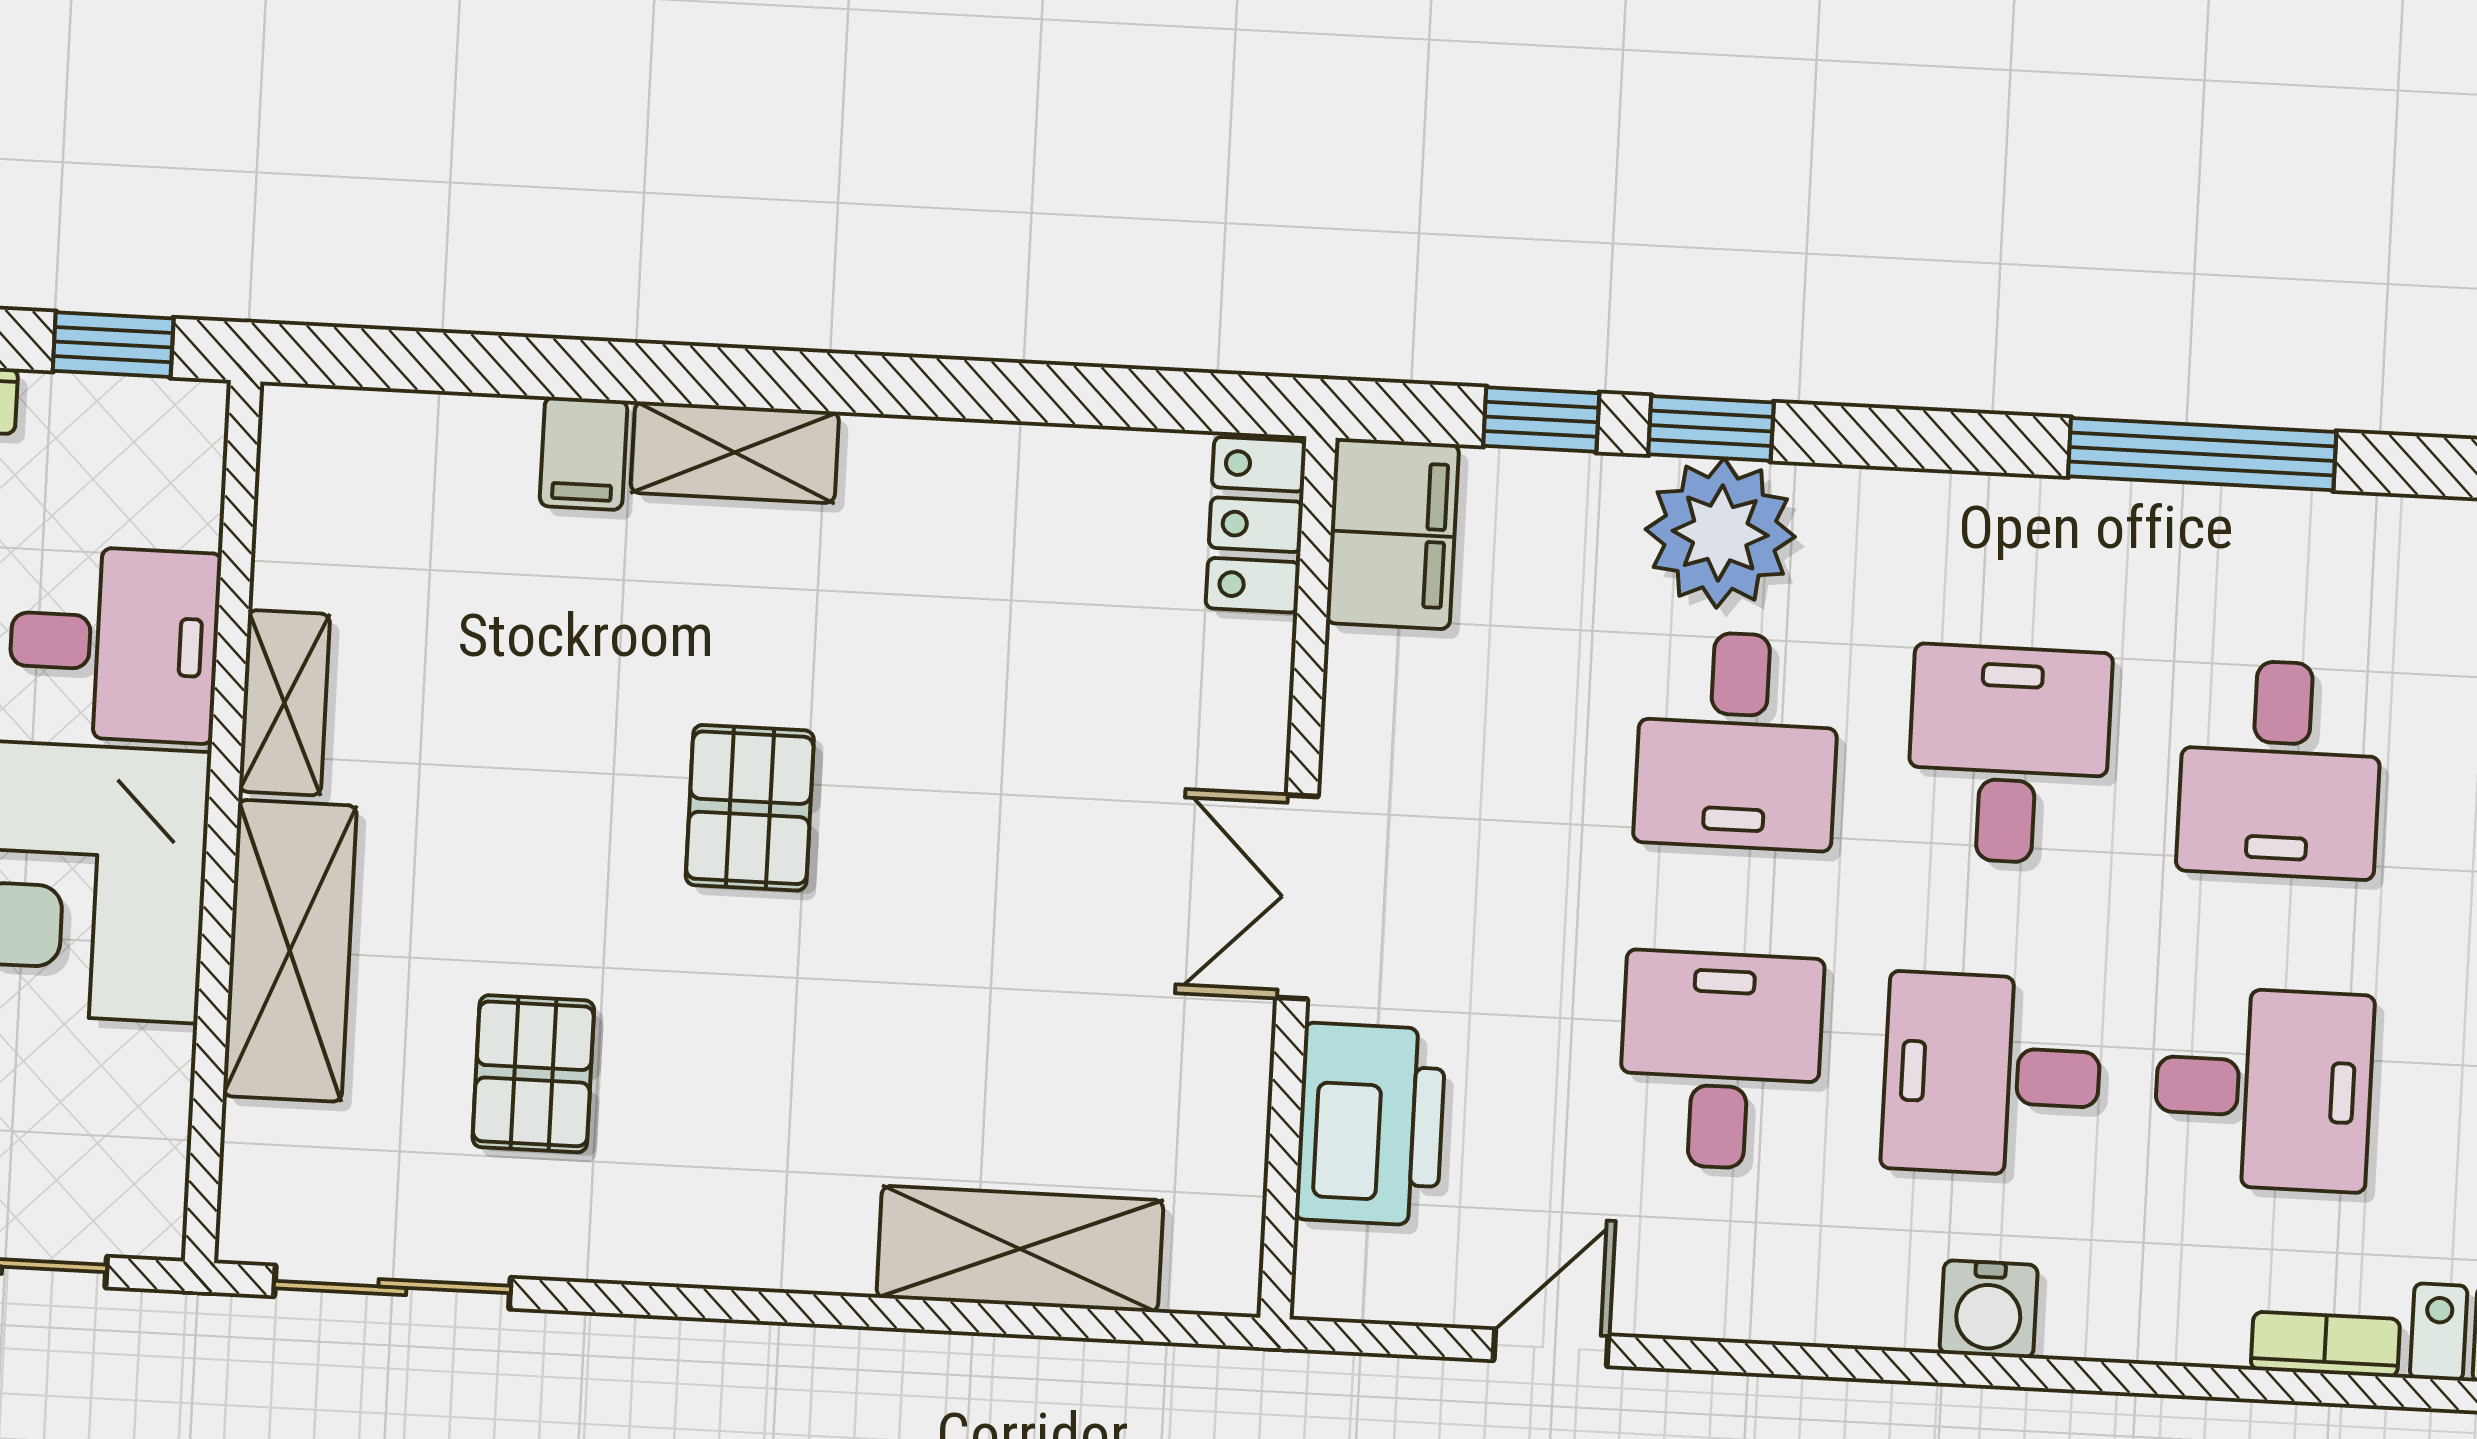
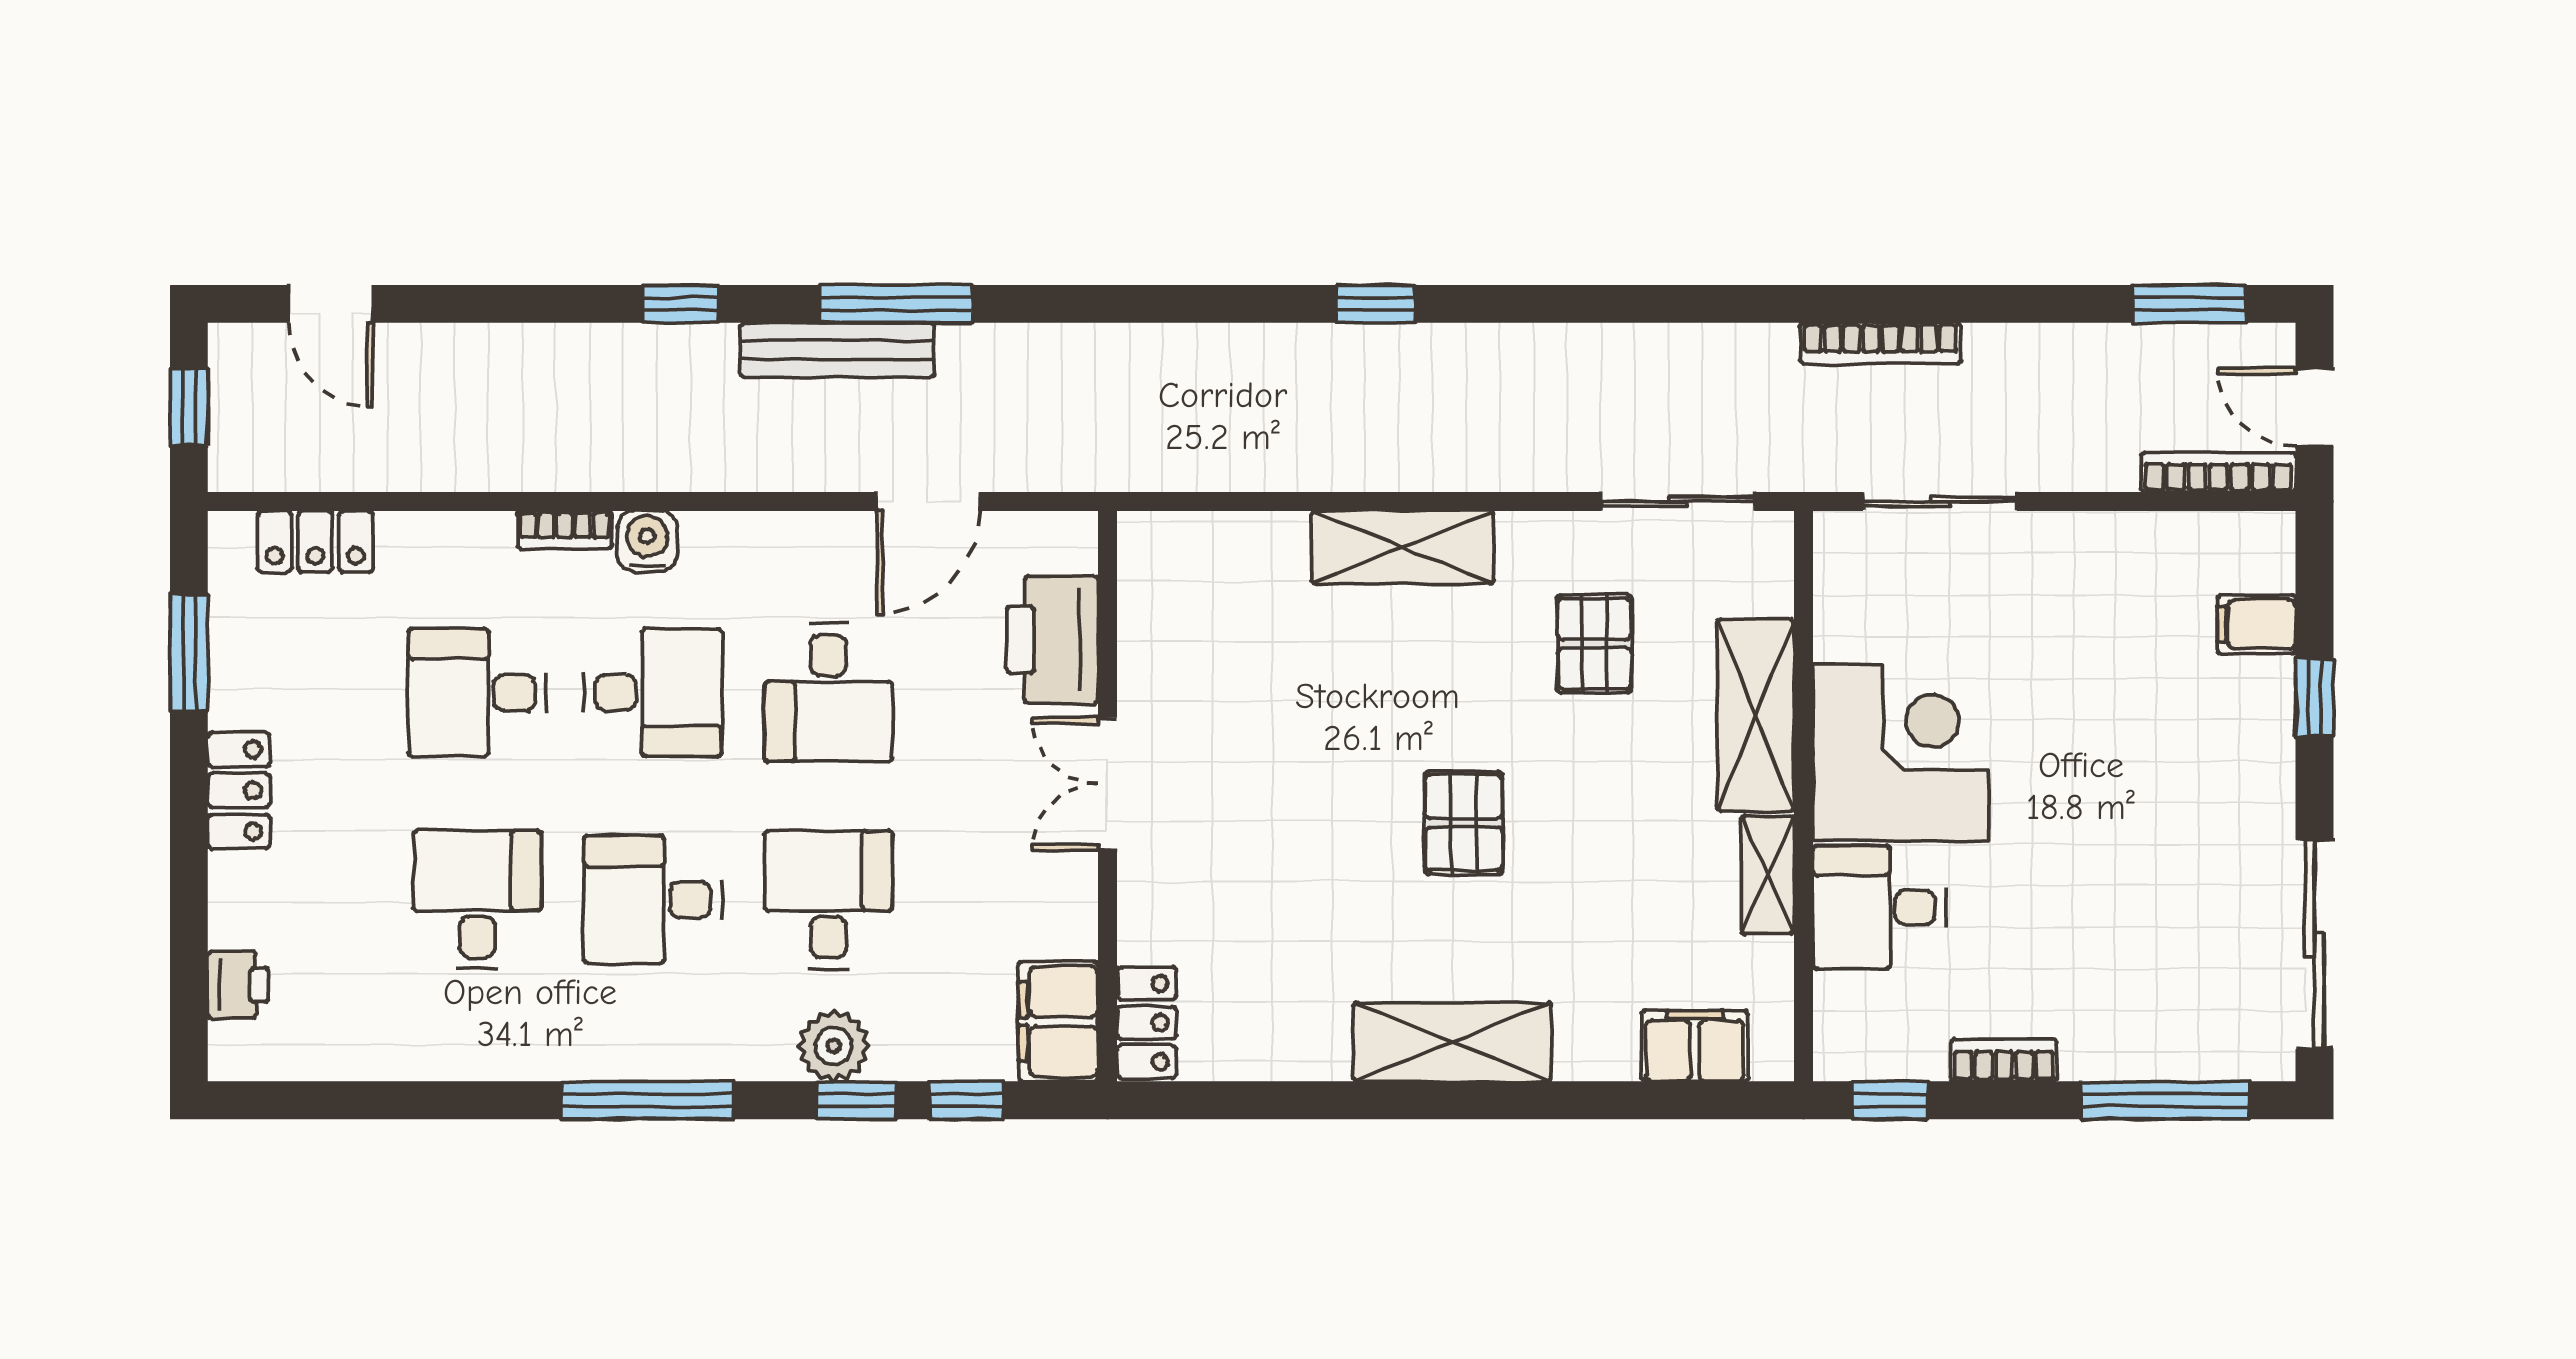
shelving: (735, 452) -> (1452, 1042), width x1.50, depth x1.33
filing cabinet: (584, 453) -> (1695, 1046), moved, width x2.00
window: (2202, 454) -> (648, 1100), moved
plant: (1720, 533) -> (834, 1046), width x0.73, depth x0.73
desk: (2009, 755) -> (653, 900), turned 90
double door: (1297, 897) -> (1108, 784), swing flipped
shelving: (1020, 1249) -> (1403, 547), moved
bookcase: (2325, 1344) -> (564, 530), moved
door: (1551, 1348) -> (928, 501), width x1.38

